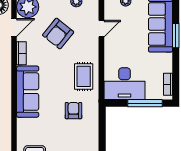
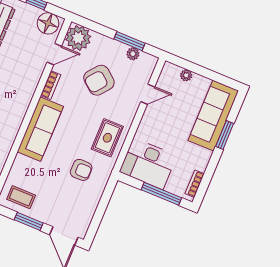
armchair: (73, 111) -> (81, 170), turned 90

